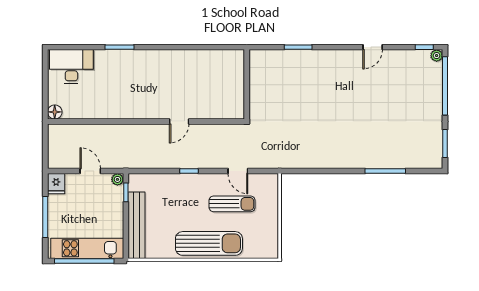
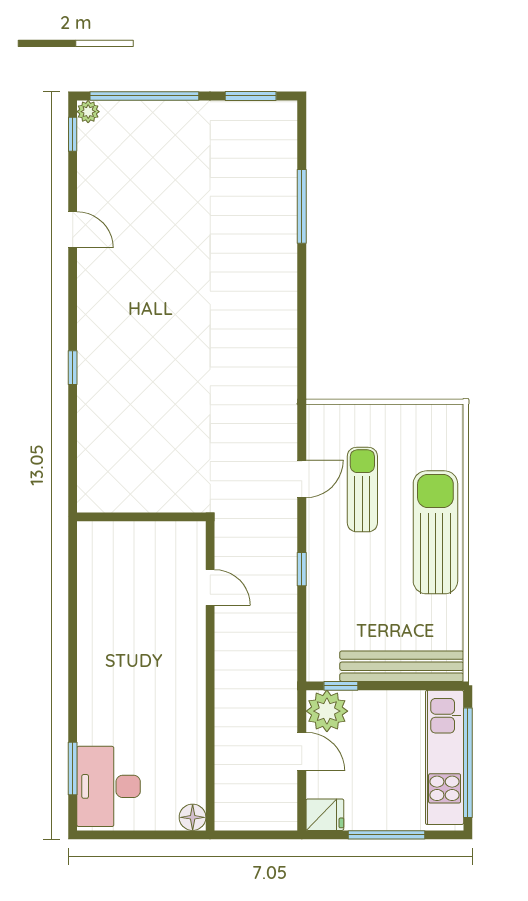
window: (119, 47) -> (73, 769), moved
window: (298, 47) -> (73, 368), width x0.67
wall: (247, 84) -> (141, 517), moved
door: (90, 171) -> (302, 752), swing flipped
plant: (117, 179) -> (327, 711), width x1.88, depth x1.88

